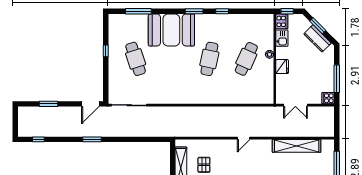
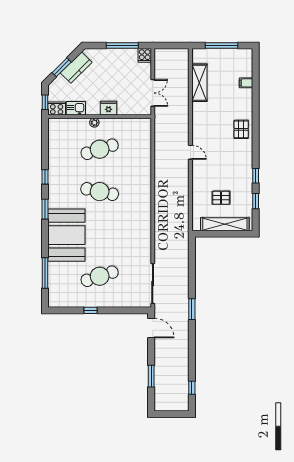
cafe table: (246, 59) -> (100, 149), turned -42
window: (92, 139) -> (192, 309), moved
shelving: (297, 146) -> (199, 83), width x0.68

